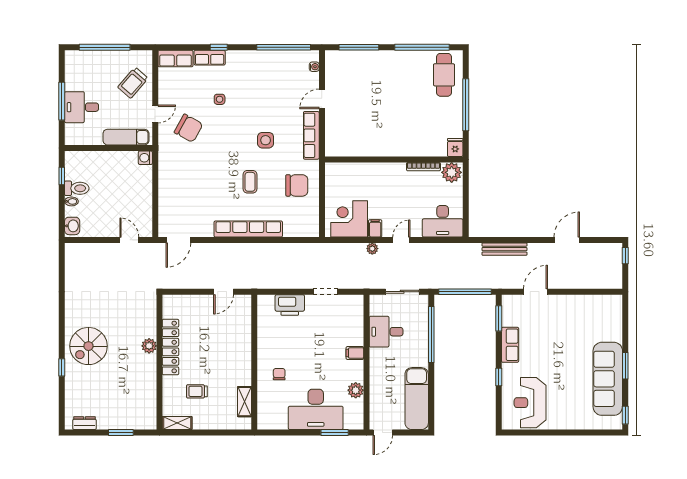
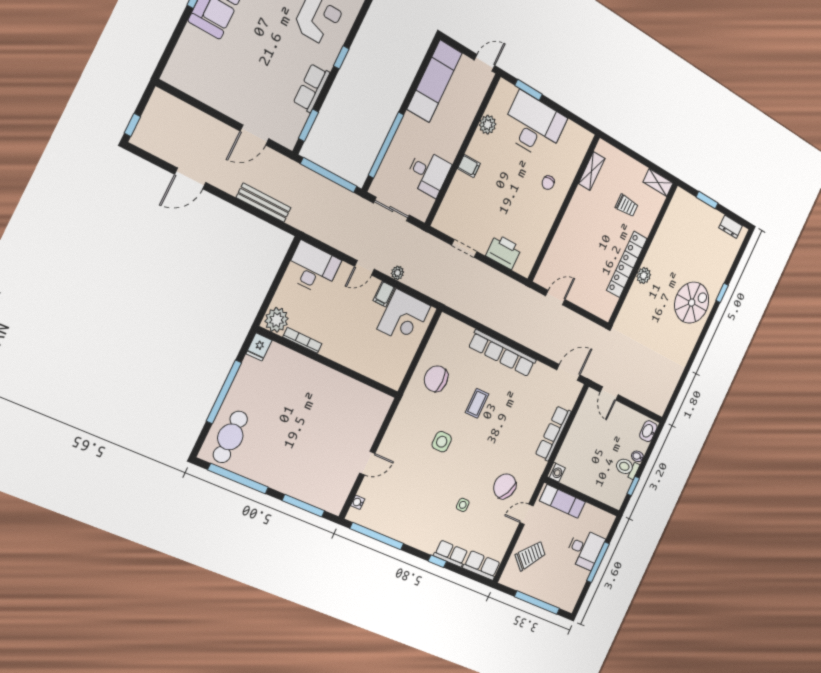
row of seats: (311, 135) -> (553, 433), moved, turned 180

